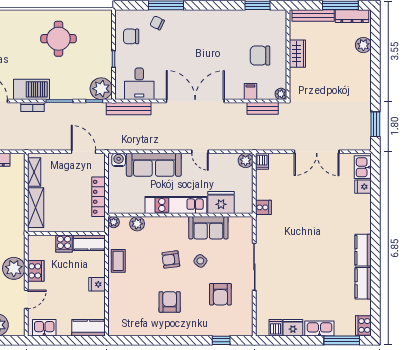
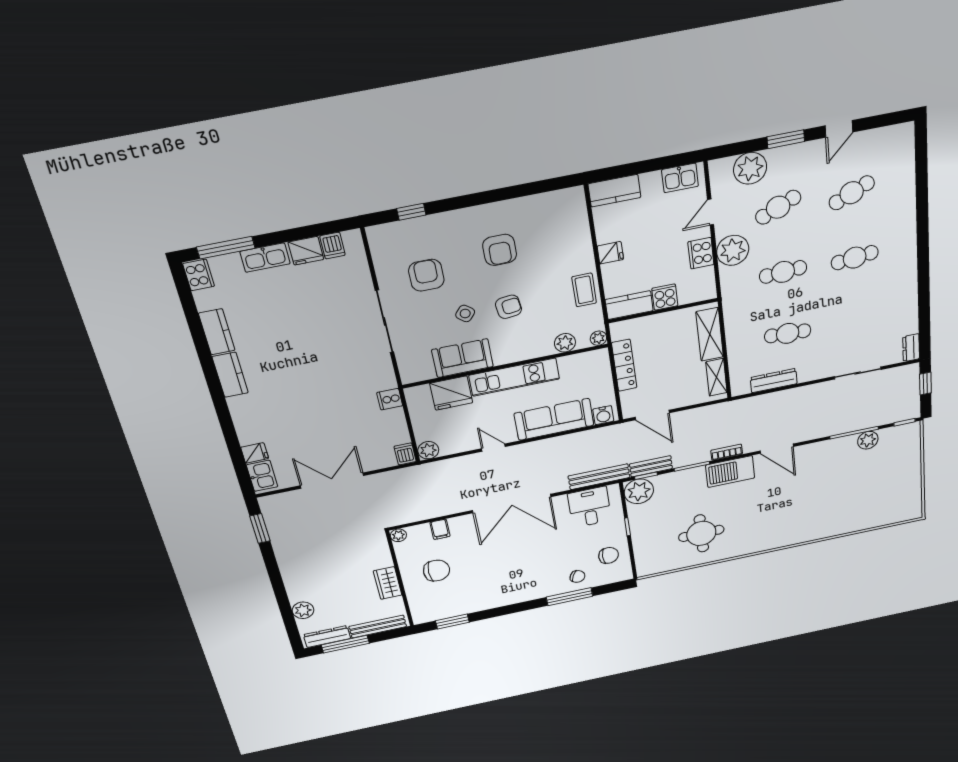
bench: (263, 108) -> (651, 466), moved

